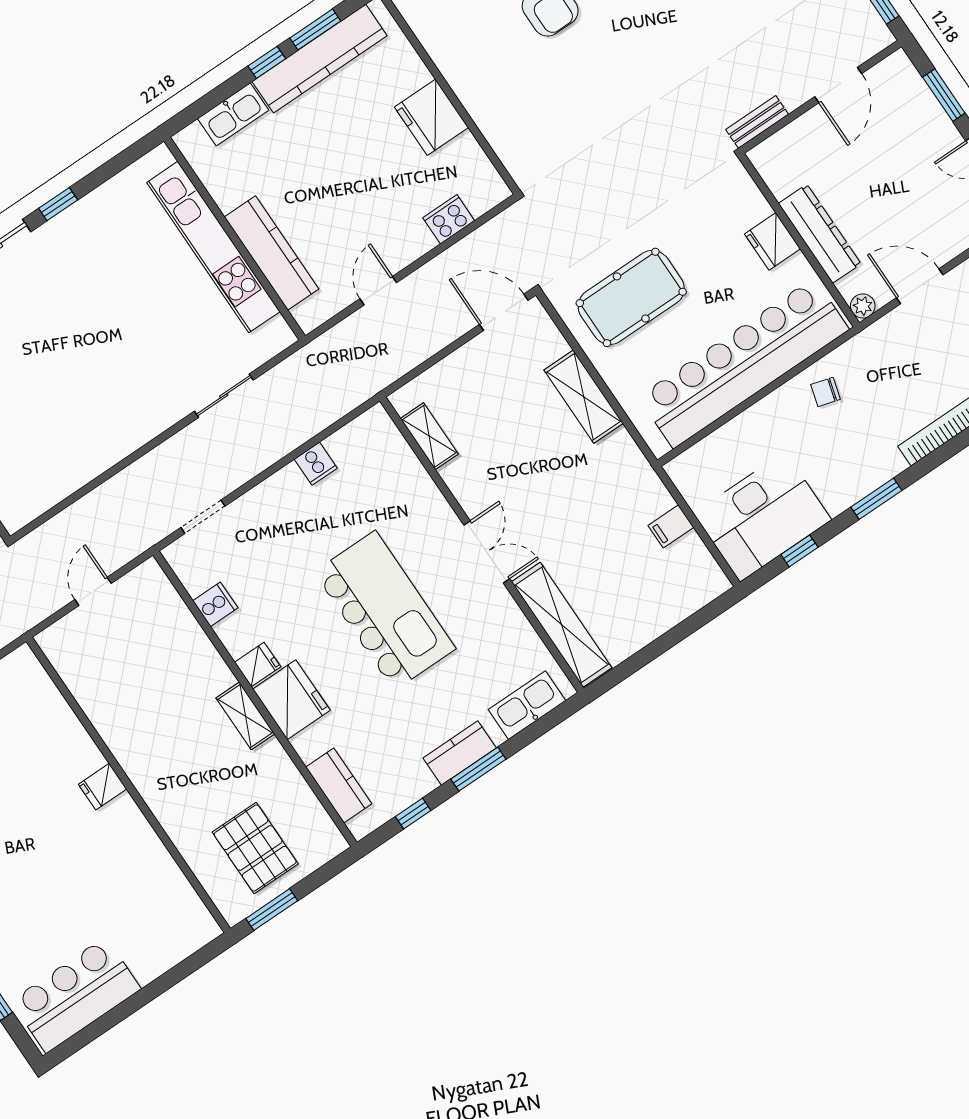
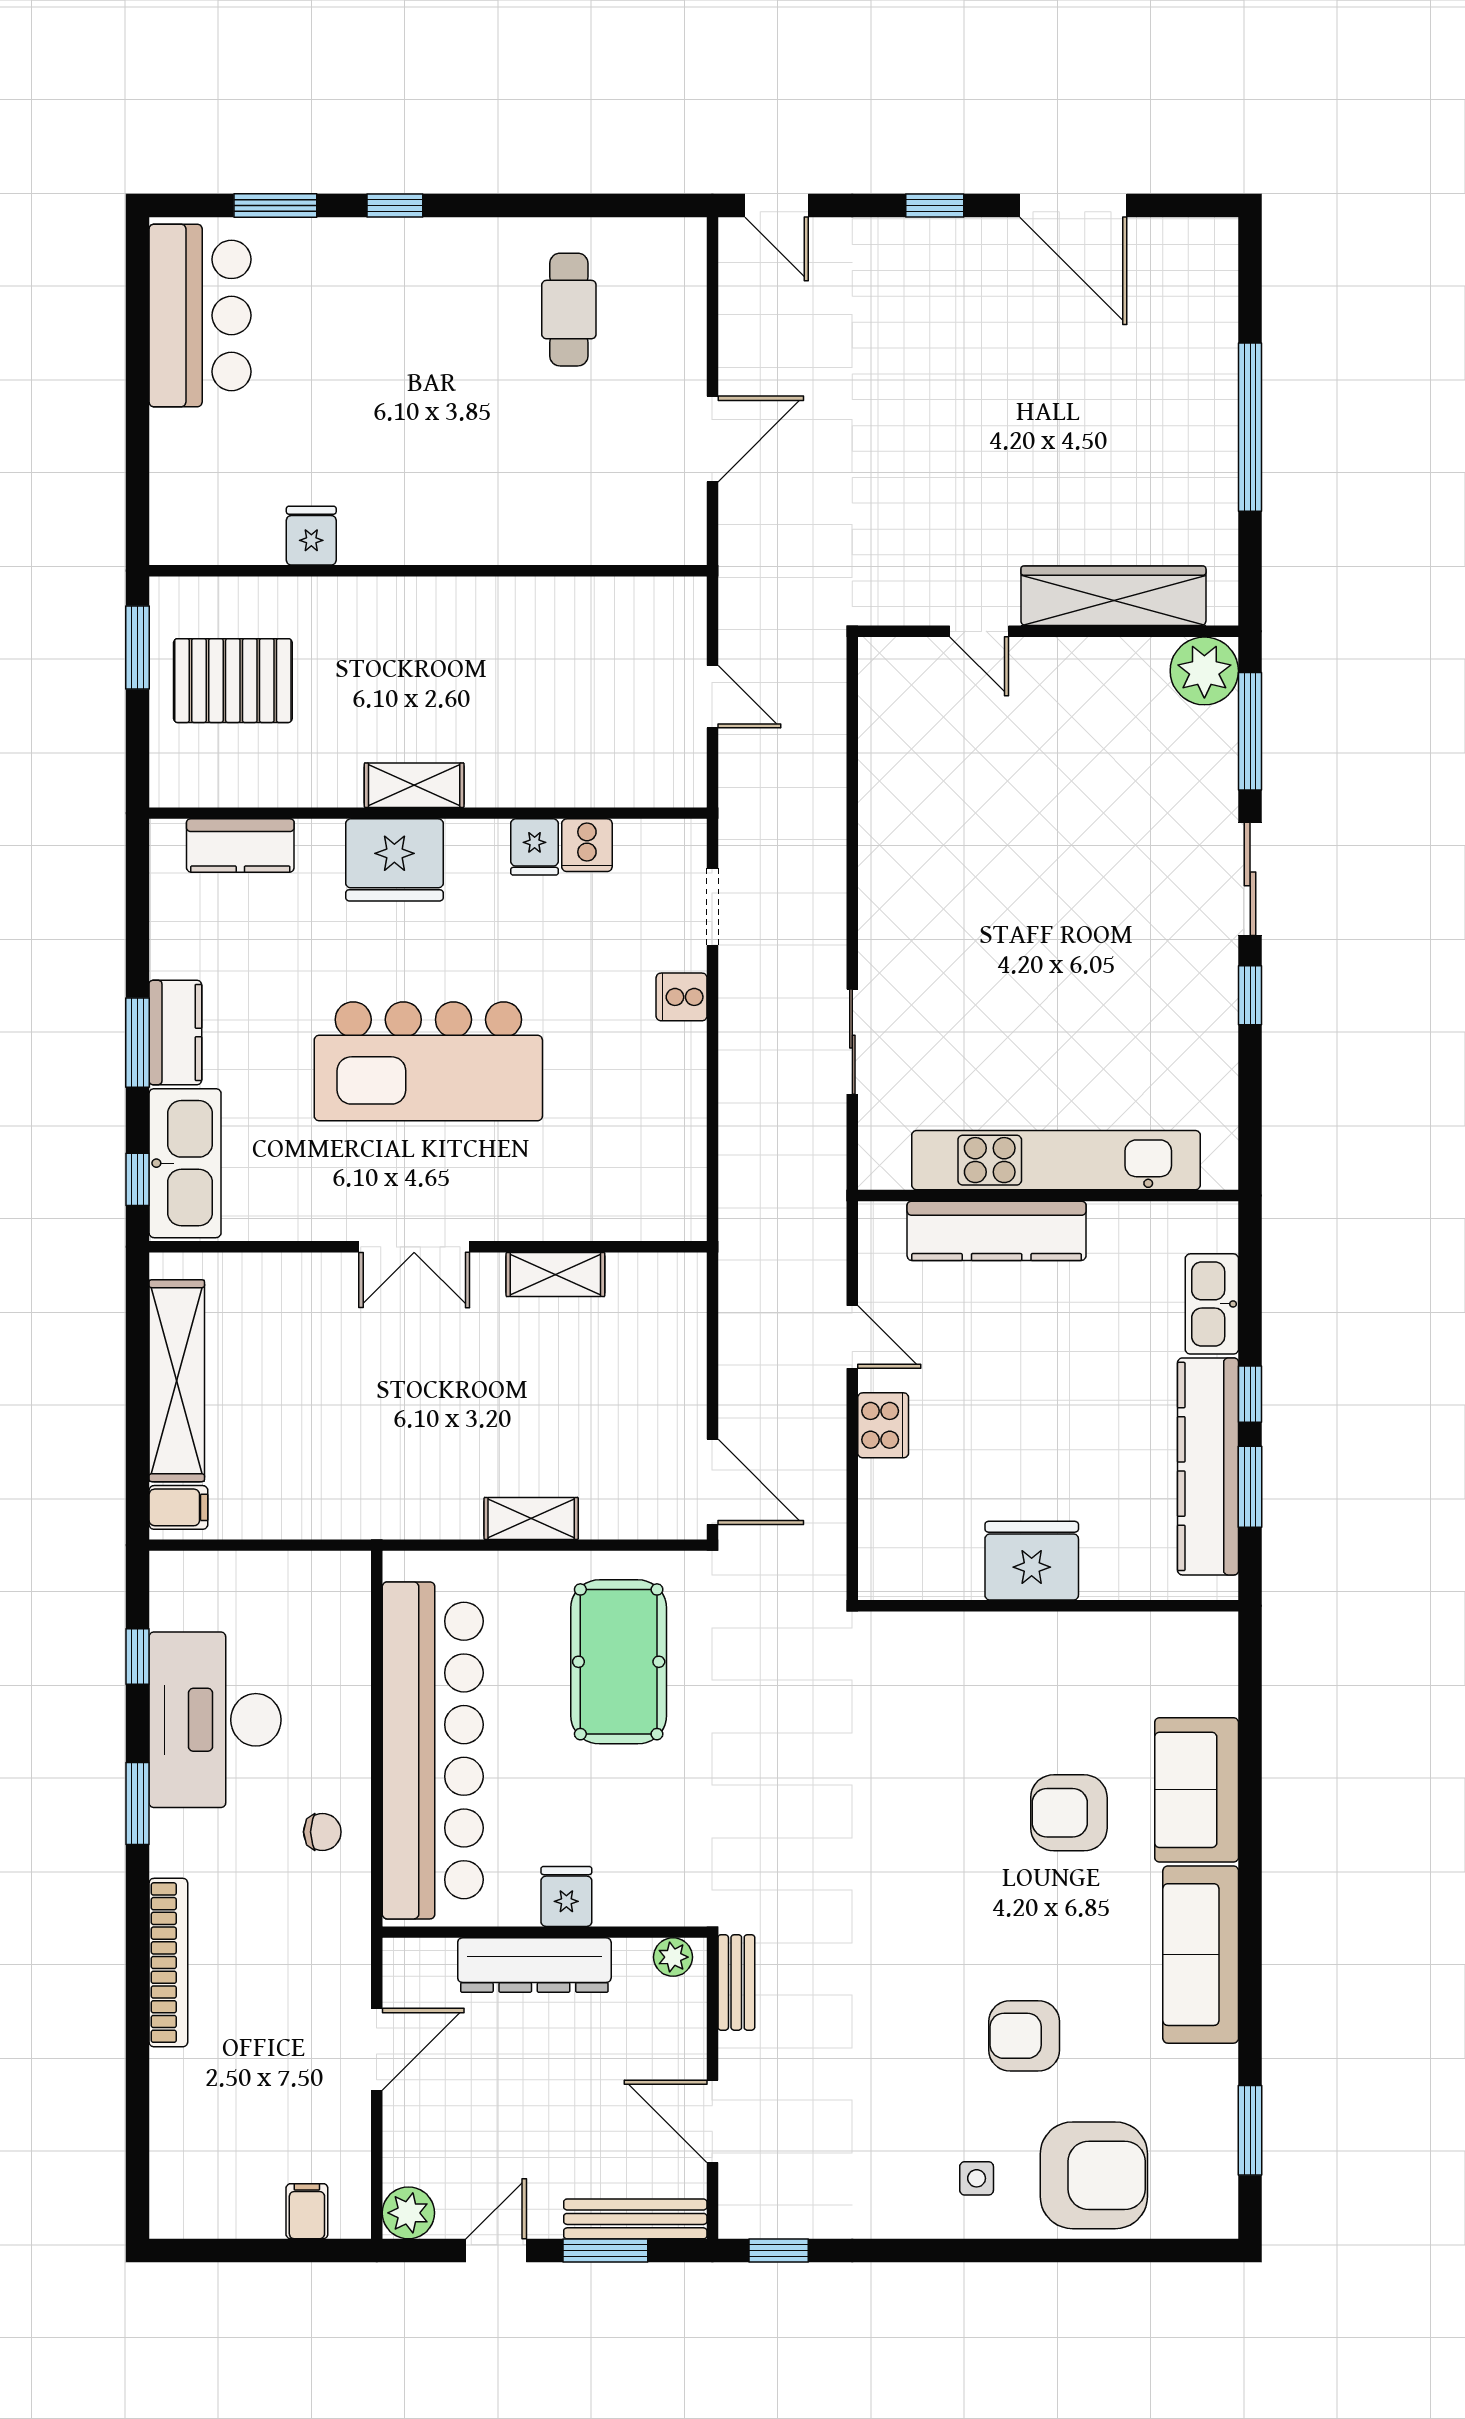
bench: (917, 91) -> (635, 2219), added
cooker: (449, 219) -> (883, 1425), moved
fridge: (772, 241) -> (566, 1896), width x0.72
plant: (863, 306) -> (673, 1957), moved
door: (504, 312) -> (712, 1482), hinge flipped
chair: (826, 392) -> (322, 1832), turned 74
shelving: (584, 397) -> (531, 1518), width x0.67, depth x0.75
shelving: (429, 436) -> (555, 1274), moved
cooker: (316, 464) -> (682, 997), moved
desk: (763, 517) -> (215, 1720), moved
filing cabinet: (671, 526) -> (178, 1507), moved, turned 90
shelving: (562, 625) -> (177, 1381), moved, turned 90
fridge: (258, 665) -> (535, 847), moved
kitchen sink: (527, 705) -> (185, 1163), width x1.36, depth x1.24
fridge: (103, 787) -> (311, 536), moved
window: (413, 814) -> (138, 1179), moved

